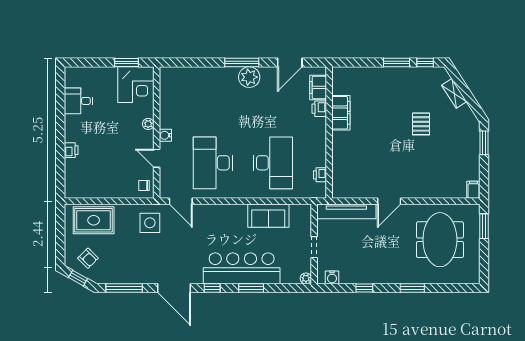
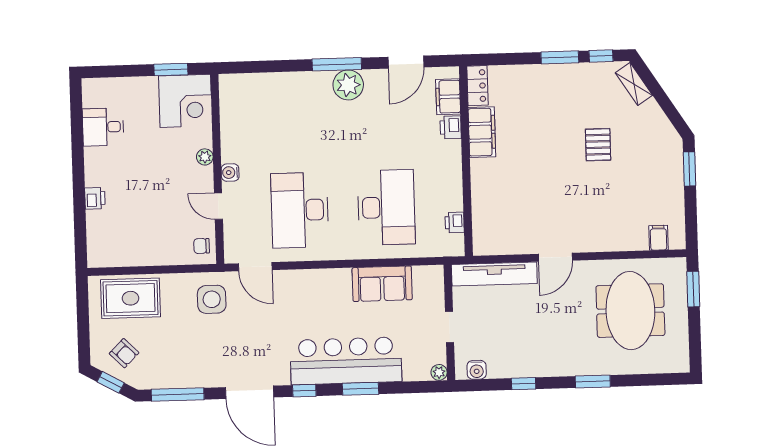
locker: (339, 80) -> (477, 86), added
shelving: (454, 93) -> (634, 84), moved
filing cabinet: (473, 190) -> (658, 238), moved

